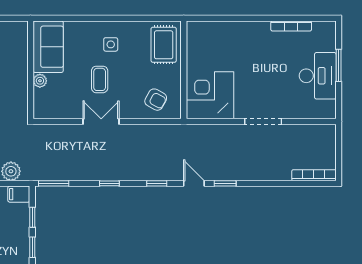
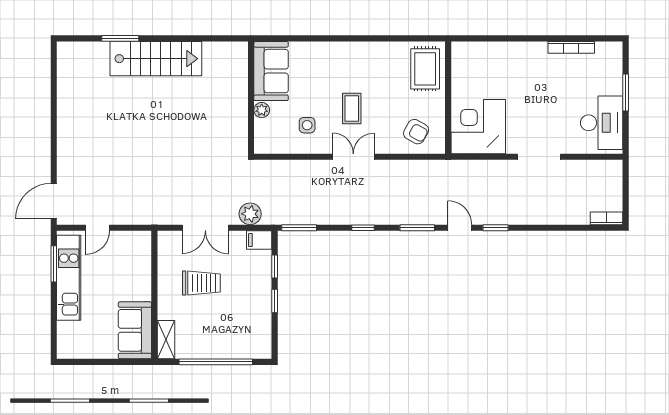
side table: (111, 44) -> (307, 125), moved
sofa: (48, 47) -> (271, 71), moved
wall: (31, 70) -> (251, 98), moved
desk: (318, 76) -> (602, 123), moved
plant: (40, 81) -> (262, 110), moved
bookcase: (314, 175) -> (606, 218), width x0.64
window: (157, 183) -> (417, 228), width x1.50

